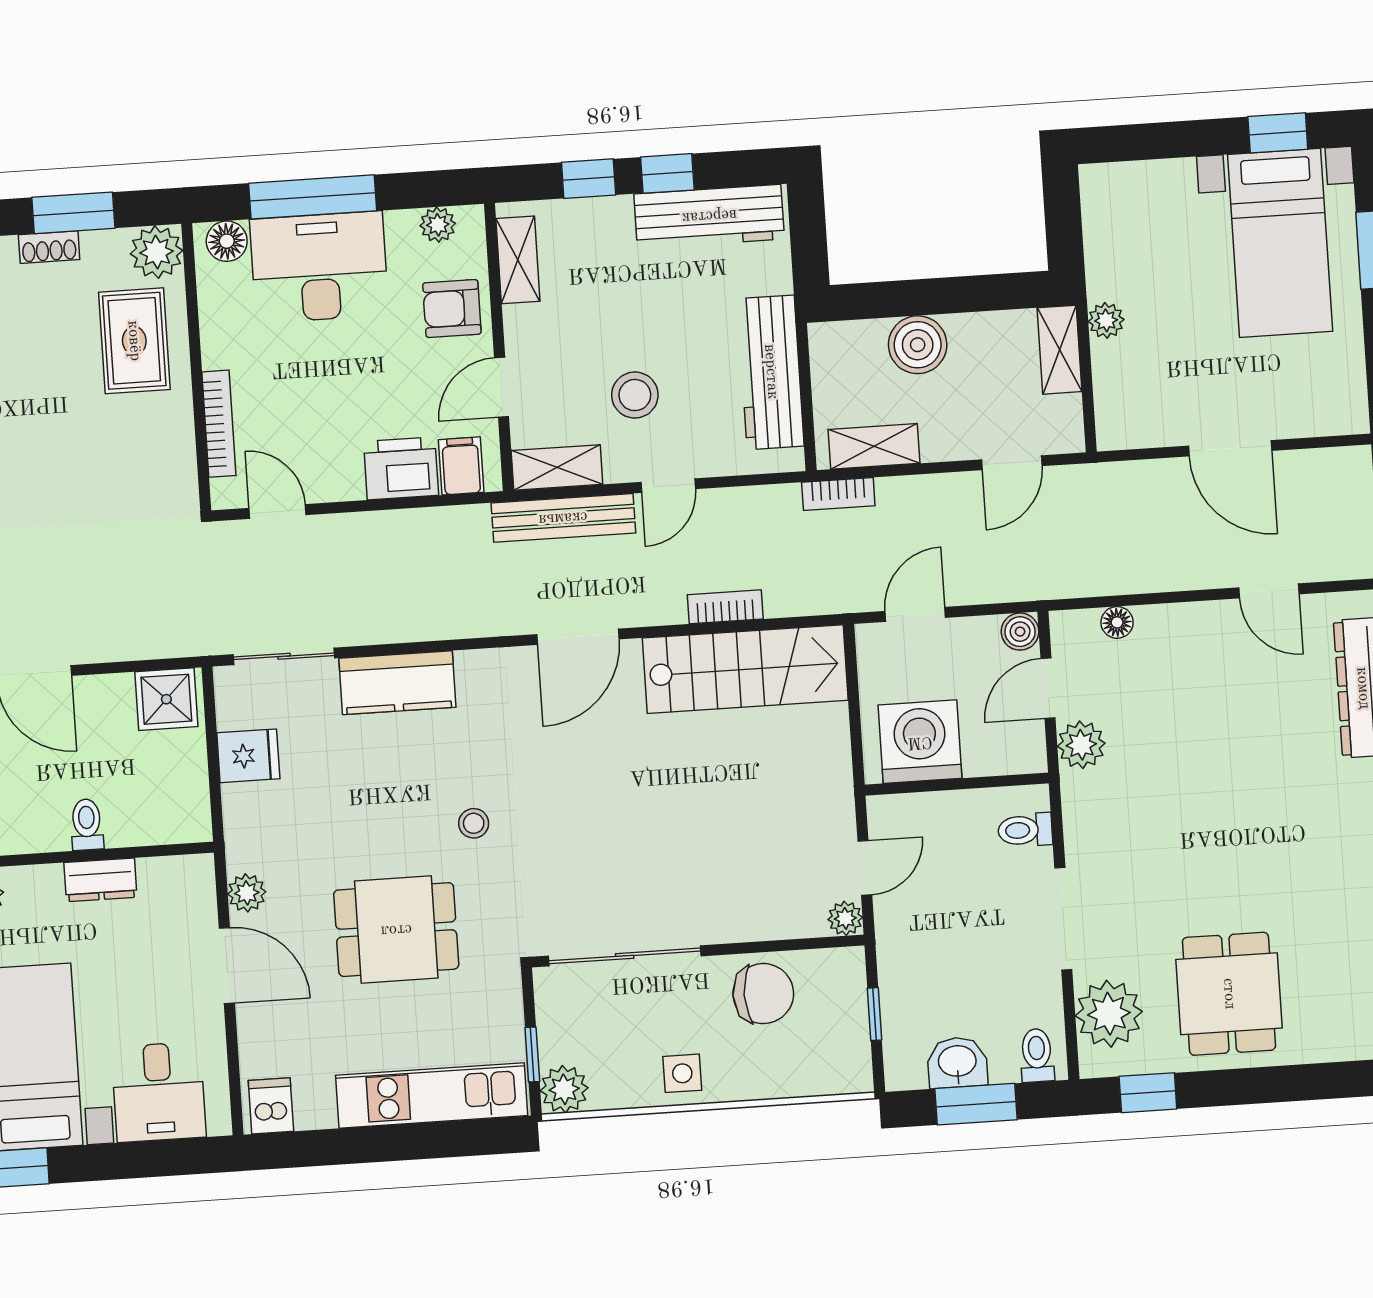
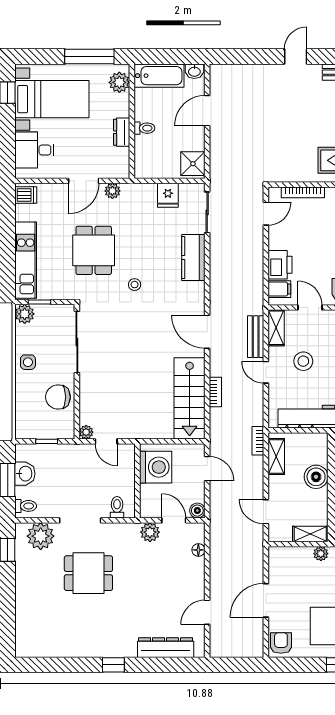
armchair: (1333, 404) -> (281, 643), added
bench: (563, 518) -> (256, 337), width x0.73
chair: (763, 994) -> (58, 397), turned 90
dining table: (1229, 994) -> (88, 573), moved

